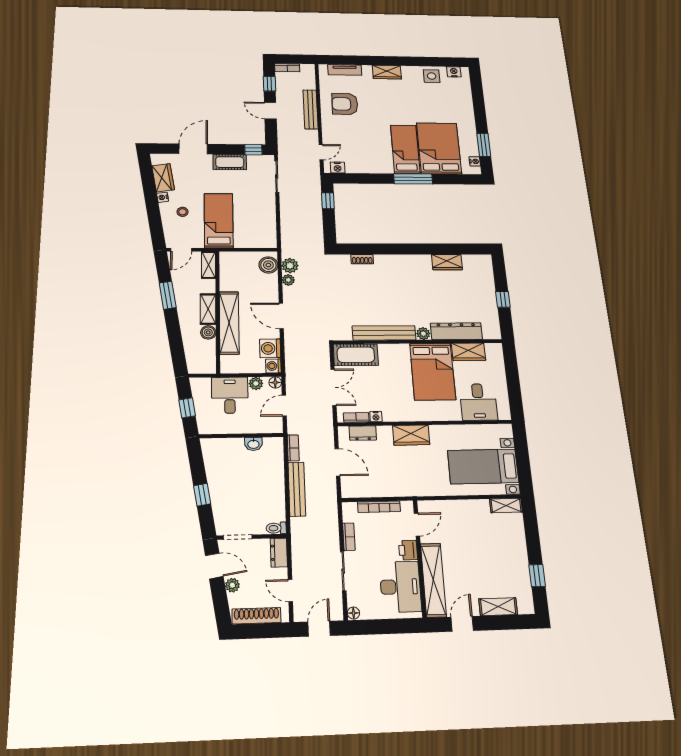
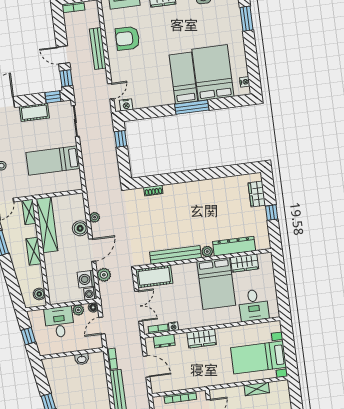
window: (269, 84) -> (66, 78), moved
window: (484, 145) -> (246, 19), moved
bed: (219, 221) -> (53, 160), moved, turned -90
wardrobe: (447, 262) -> (257, 194), moved, turned 90
boiler: (268, 265) -> (80, 228), moved
plant: (290, 266) -> (104, 275), moved
door: (281, 316) -> (92, 250), swing flipped
shelving: (229, 323) -> (47, 225), moved
boiler: (208, 332) -> (39, 294), moved
shelving: (506, 506) -> (257, 389), moved

